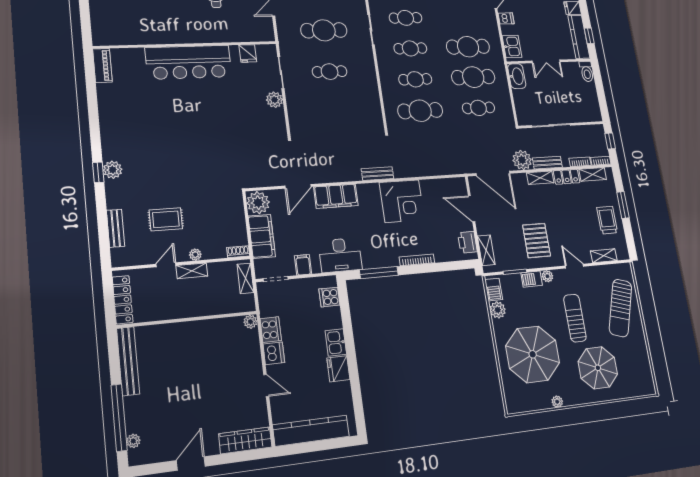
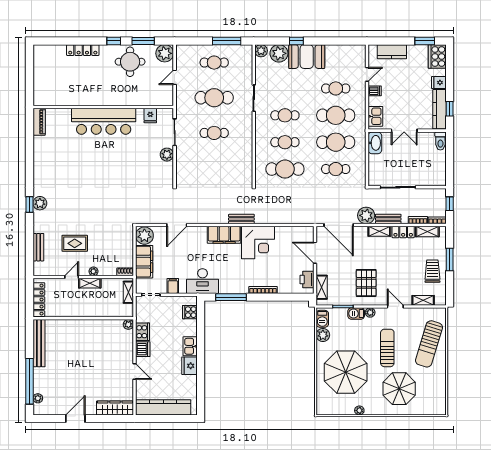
cafe table: (406, 18) -> (336, 88), moved
filing cabinet: (336, 196) -> (224, 235), moved

